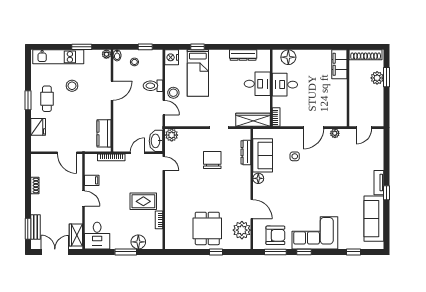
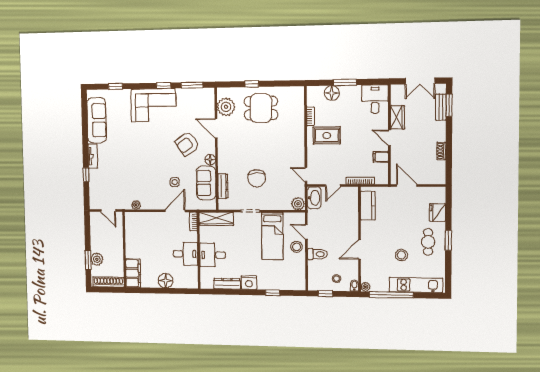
window: (82, 47) -> (391, 295), width x2.11
nightstand: (172, 57) -> (249, 283), moved, turned 90
floor lamp: (288, 57) -> (166, 281), moved
bed: (198, 73) -> (272, 236), moved, turned 180
door: (313, 128) -> (175, 211), moved
door: (364, 128) -> (108, 211), swing flipped
window: (386, 193) -> (86, 175), moved
dining table: (207, 228) -> (261, 108), turned 90
wardrobe: (76, 235) -> (398, 117), moved
armchair: (275, 235) -> (187, 144), moved, turned -36

